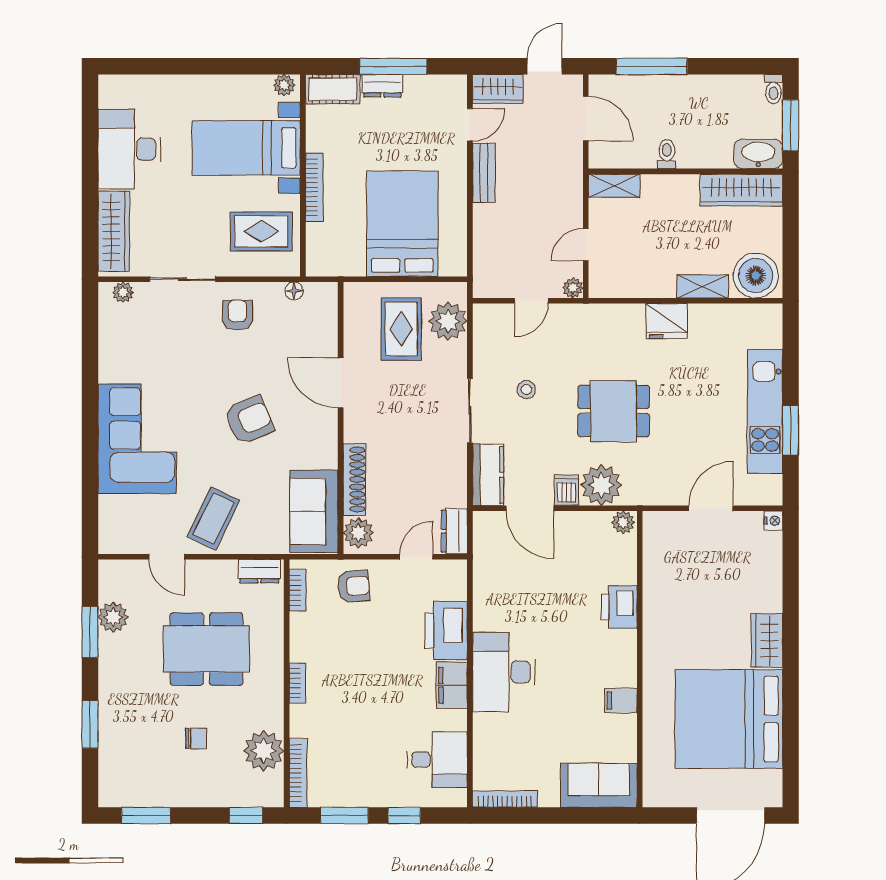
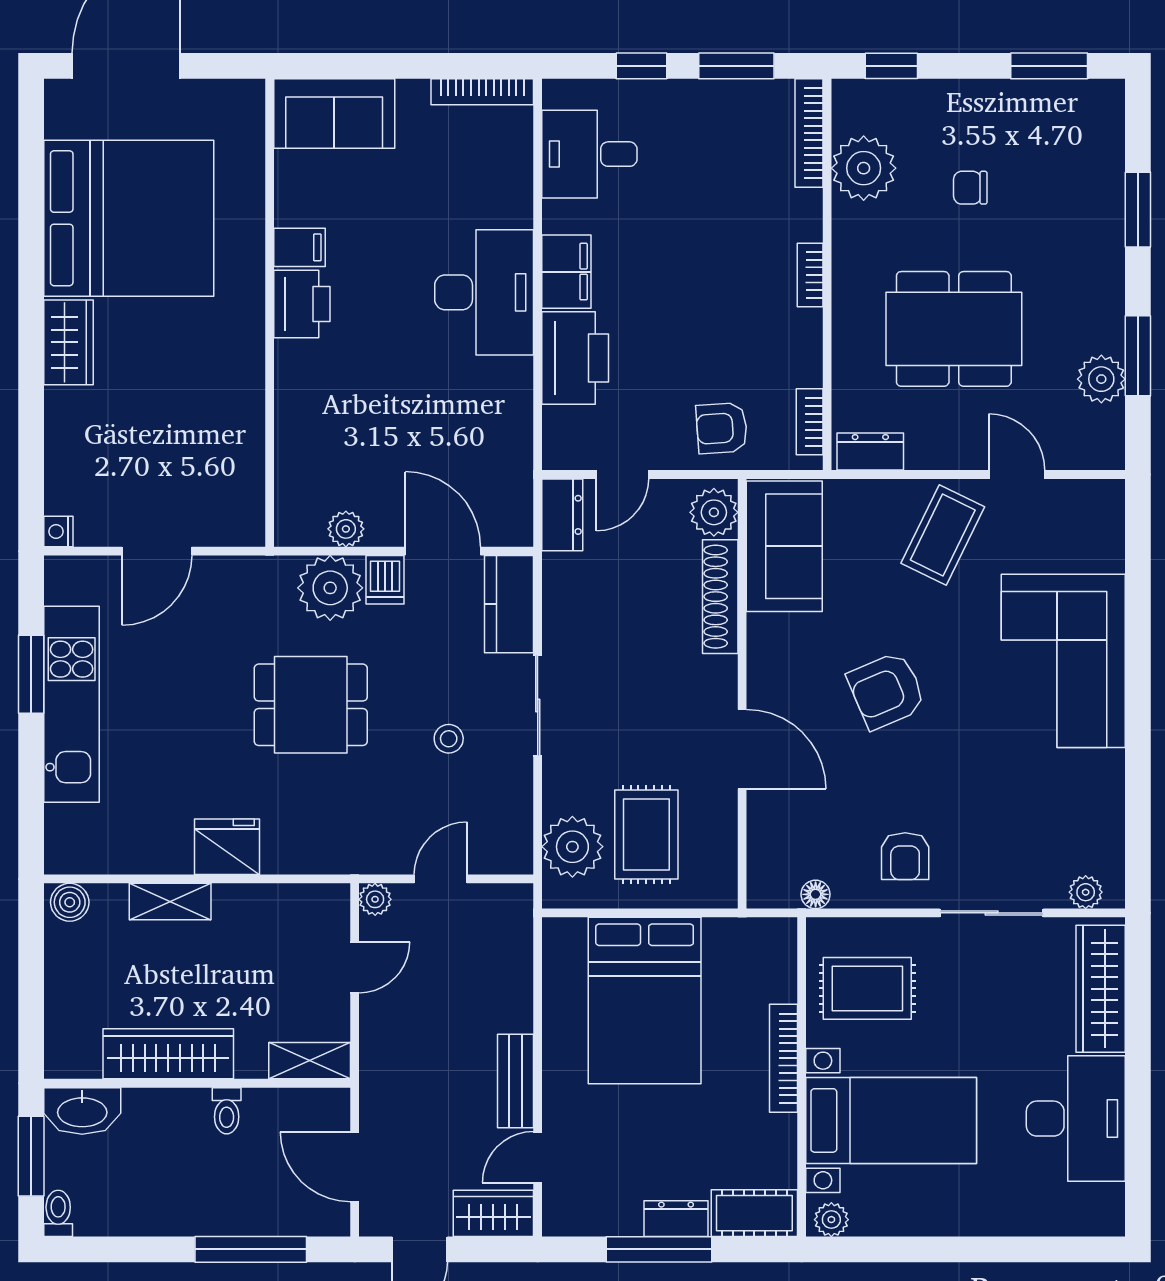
wardrobe: (741, 190) -> (168, 1054), moved
boiler: (756, 276) -> (70, 902), width x0.54, depth x0.54
plant: (623, 522) -> (346, 529), moved
printer: (619, 607) -> (302, 304), moved

